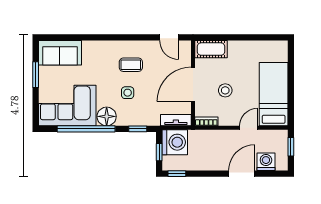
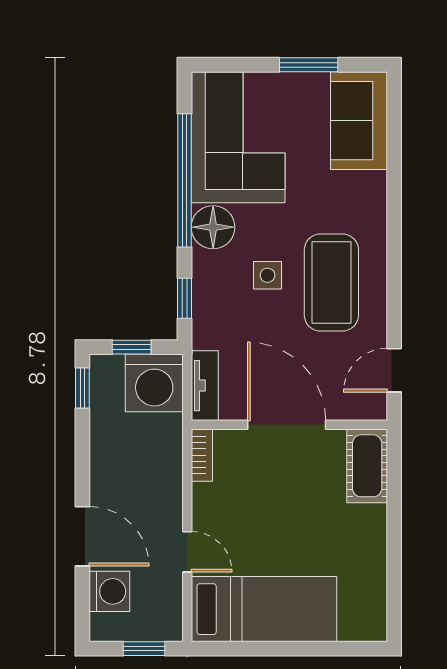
coffee table: (131, 65) -> (331, 283), width x1.86, depth x1.72
stool: (225, 90) -> (273, 498), removed

